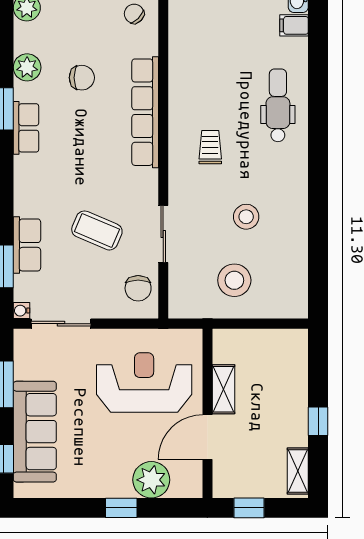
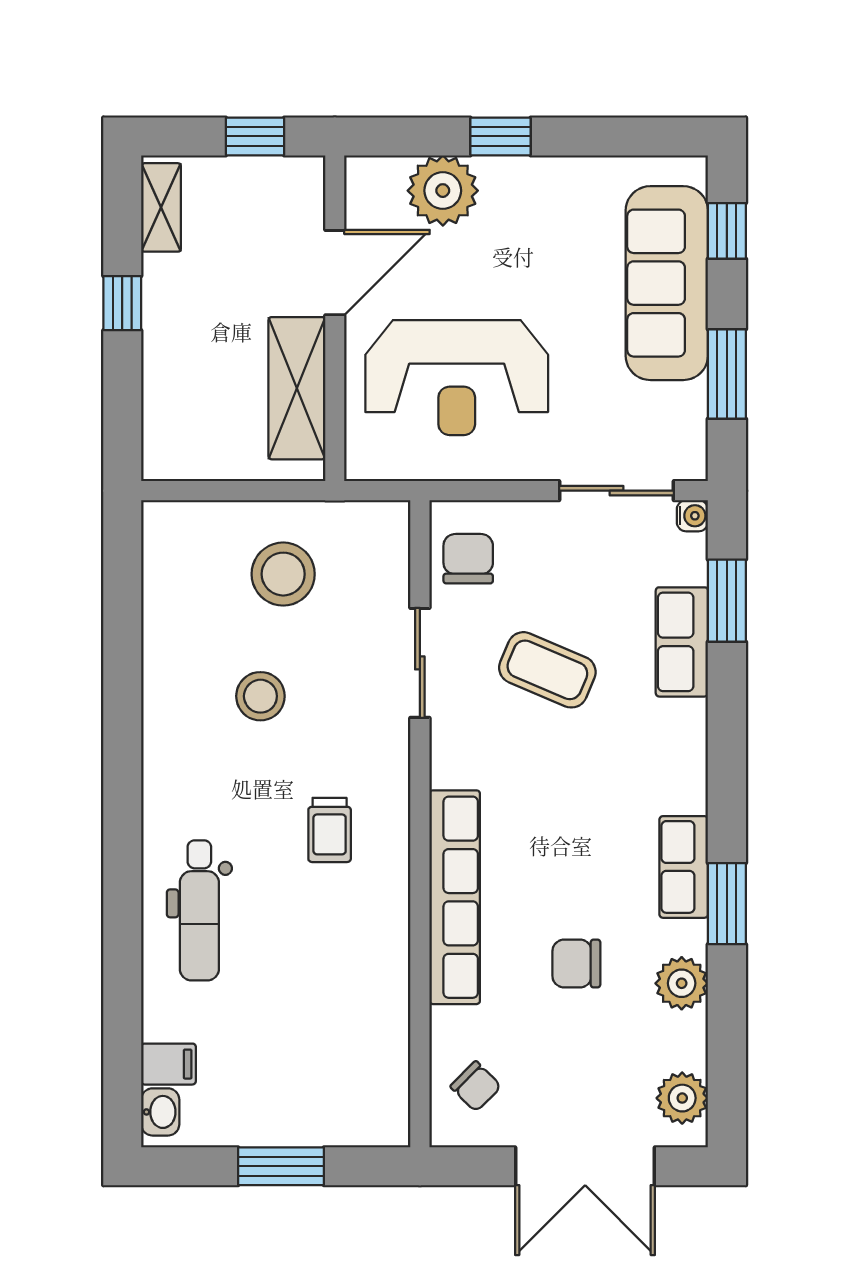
shelving: (223, 389) -> (297, 388), width x1.50, depth x1.33

